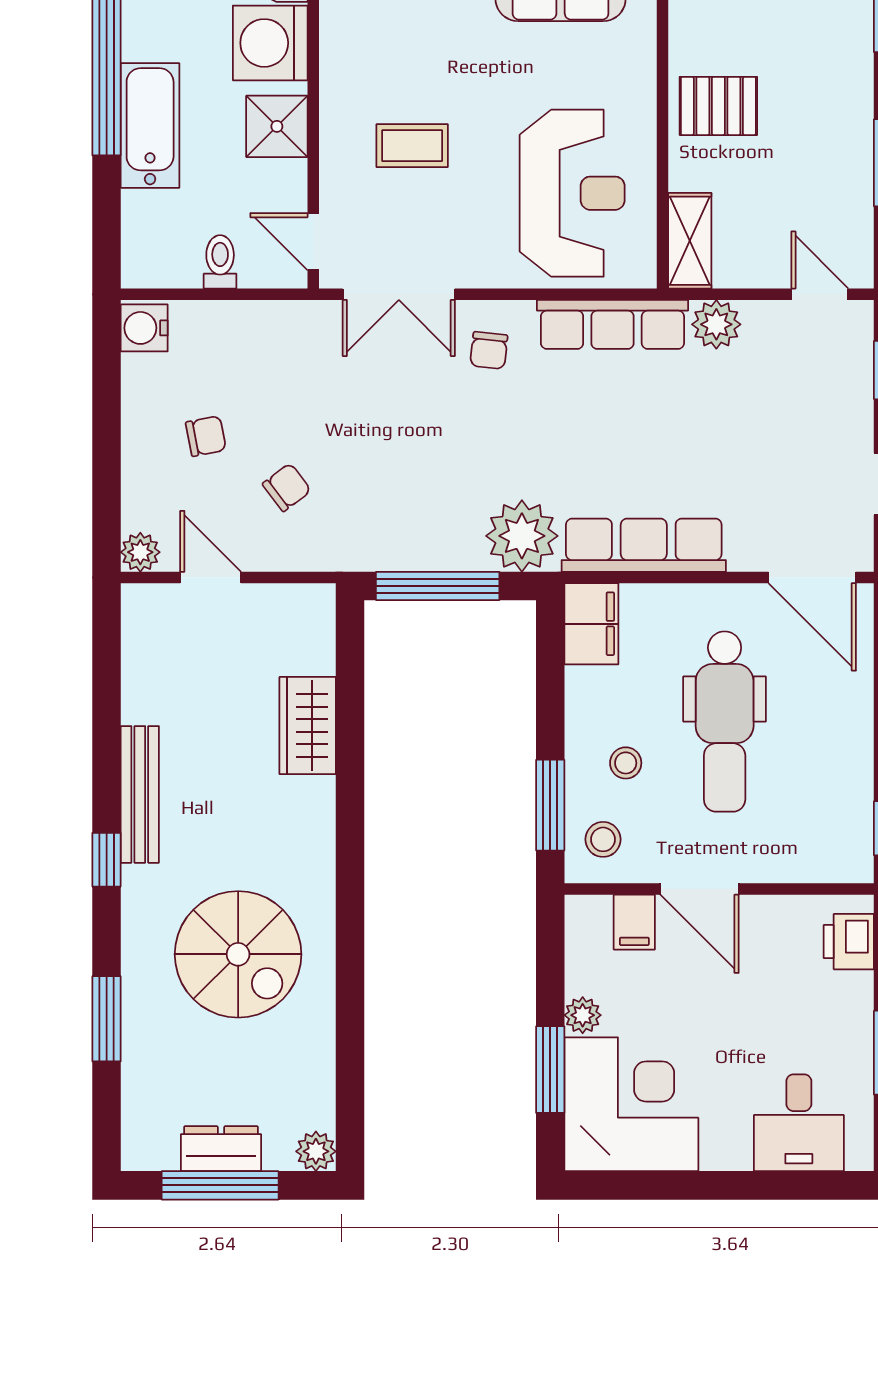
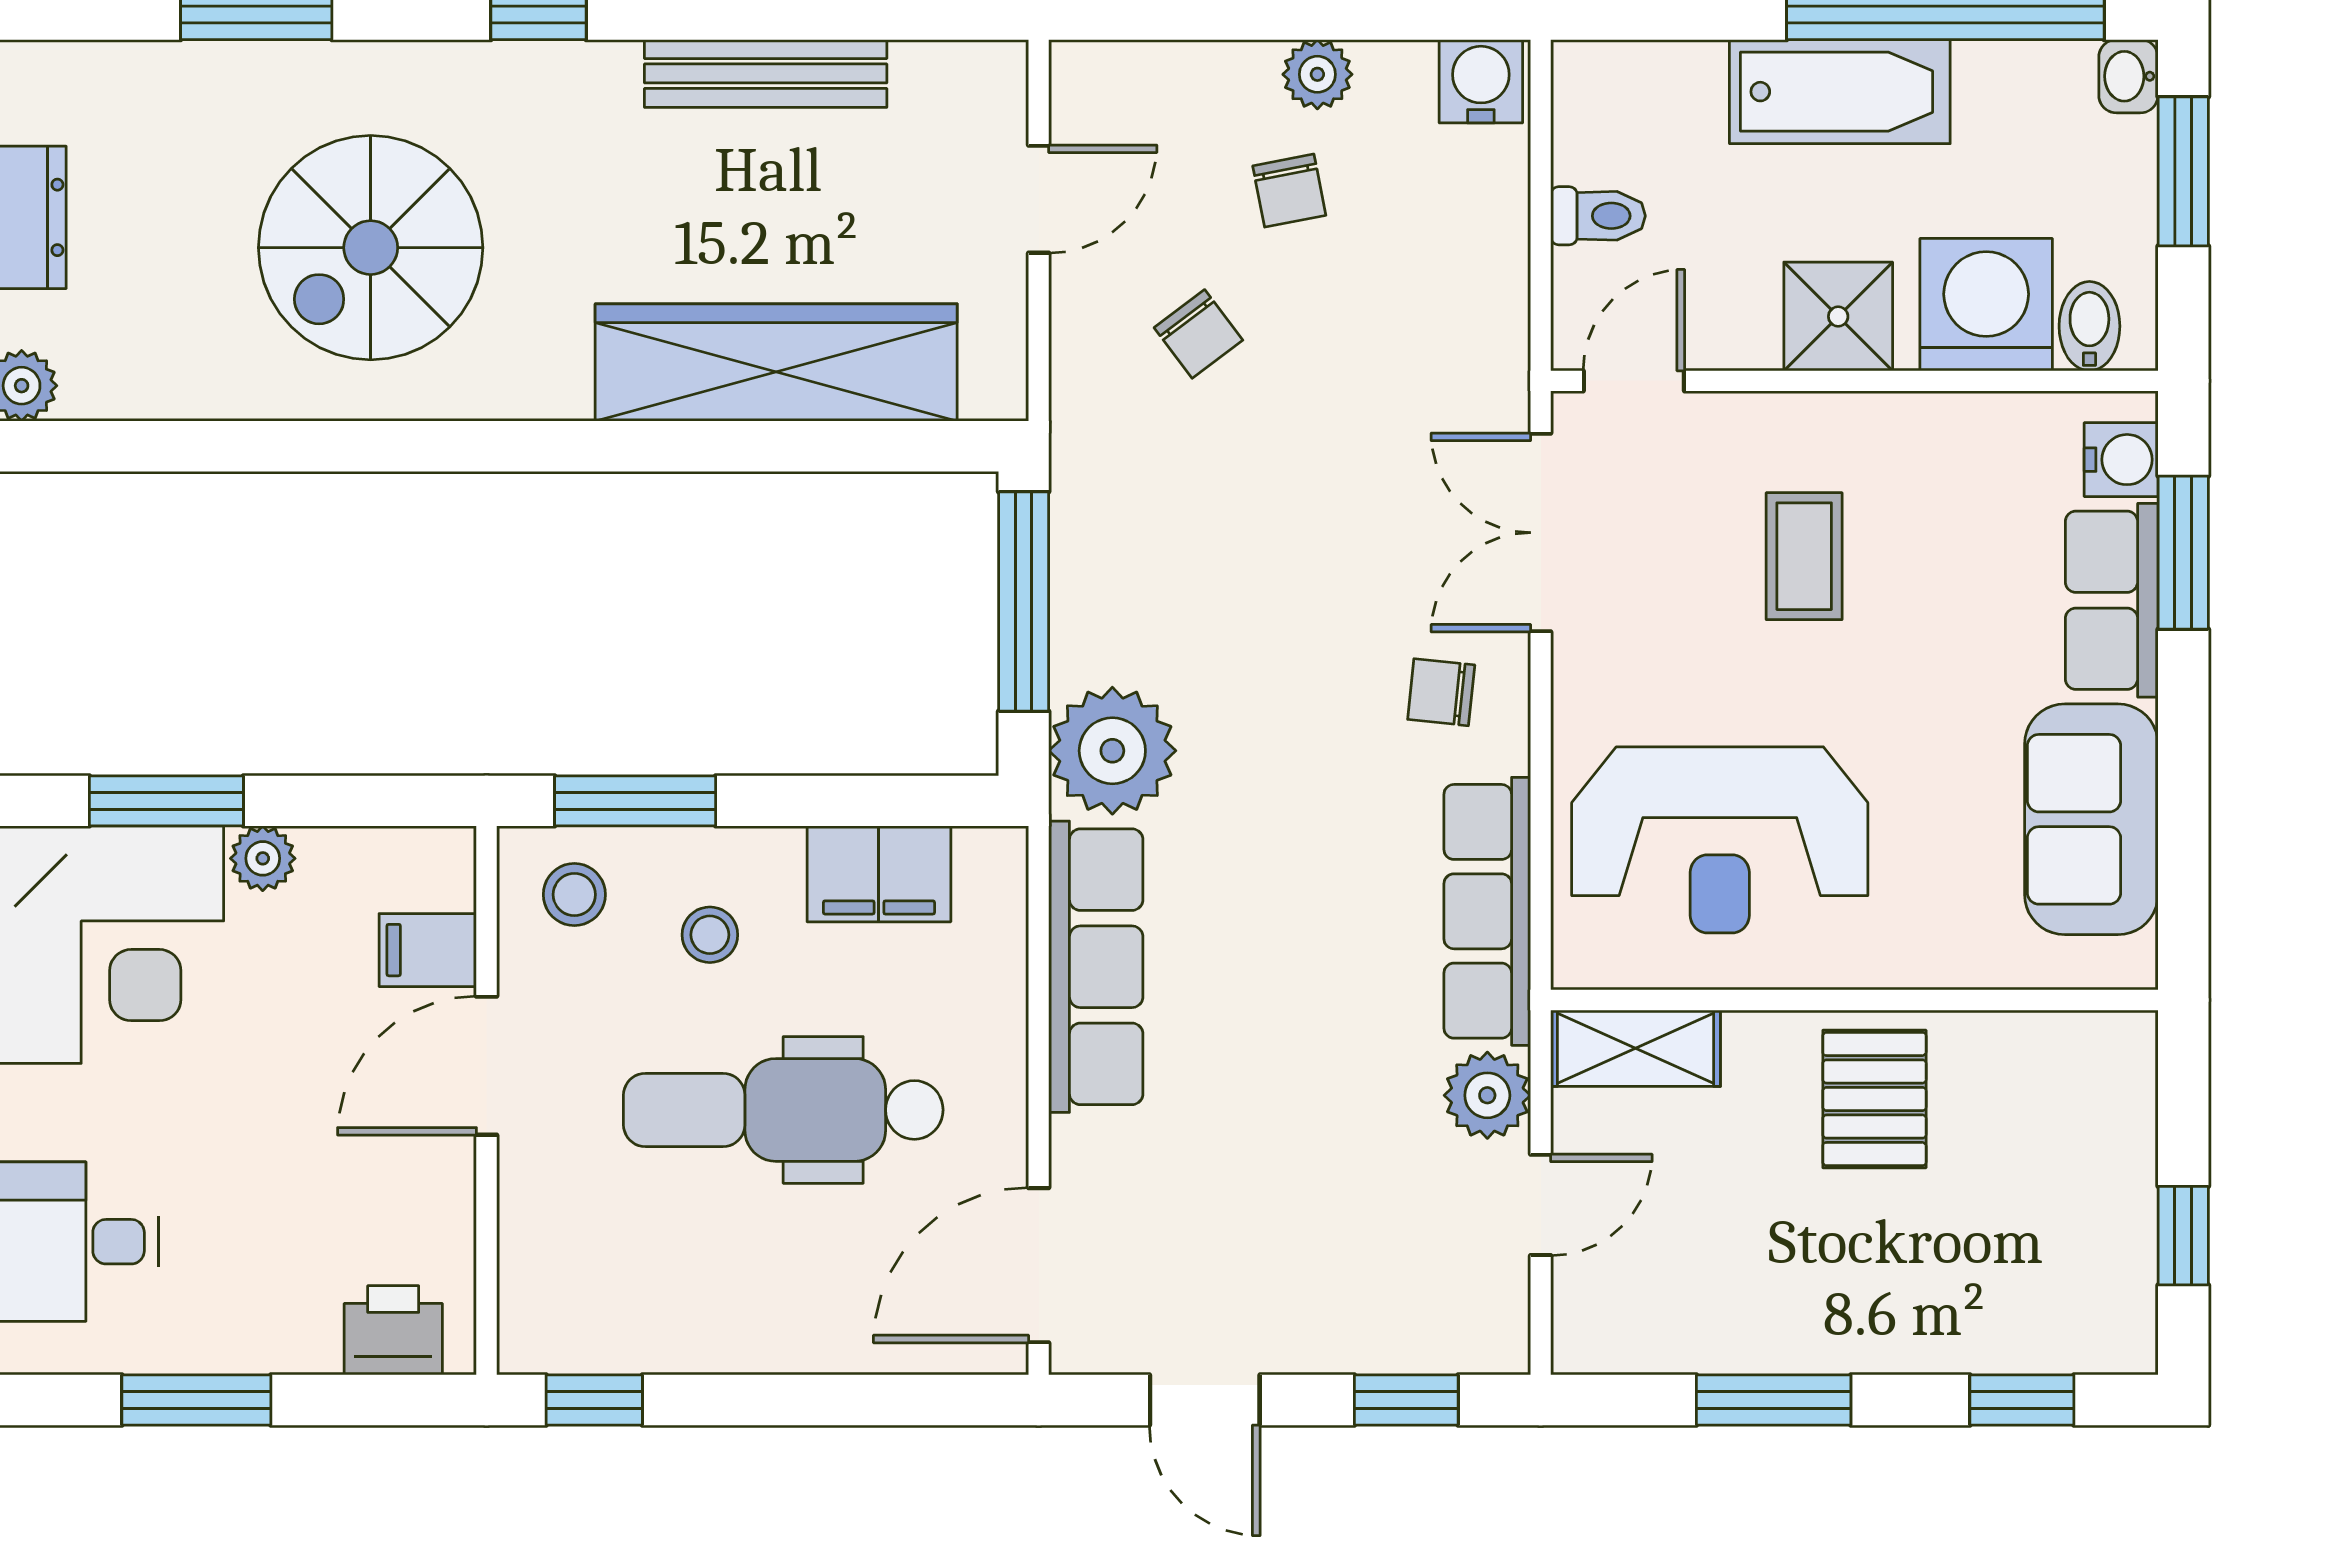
door: (820, 294) -> (1541, 1205), moved
plant: (140, 552) -> (1317, 74), moved
filing cabinet: (591, 624) -> (879, 874), moved
wardrobe: (308, 726) -> (776, 362), width x2.10, depth x1.17
bench: (140, 794) -> (766, 73), moved

